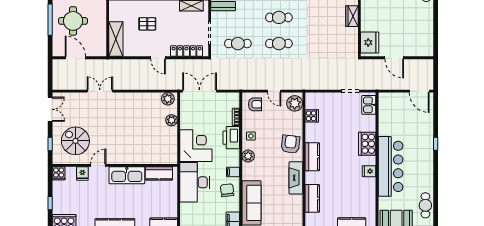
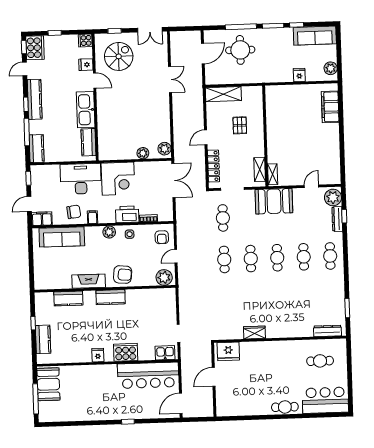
cooker: (312, 116) -> (152, 295), removed
bar counter: (391, 166) -> (148, 375), moved
cafe table: (425, 205) -> (65, 413), removed

